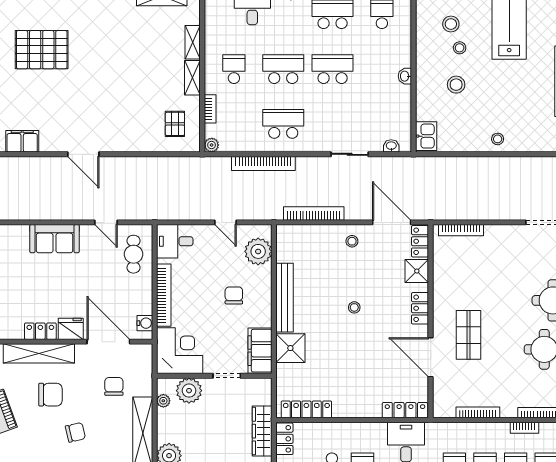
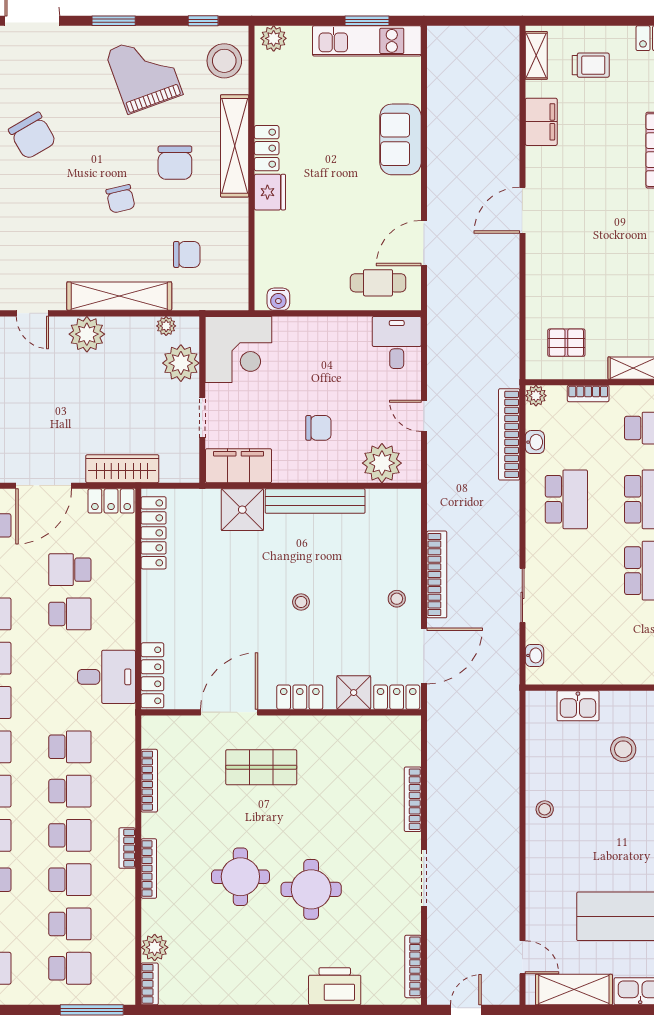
washbasin: (405, 76) -> (535, 442), moved, turned 90
kitchen sink: (426, 136) -> (578, 706), moved
bookcase: (263, 164) -> (509, 434), moved
bookcase: (314, 214) -> (437, 574), moved
door: (106, 222) -> (424, 243), width x1.38
door: (225, 222) -> (424, 416), hinge flipped
bookcase: (461, 230) -> (413, 799), moved
sofa: (55, 239) -> (400, 139), moved
bookcase: (164, 295) -> (319, 326), removed
door: (108, 342) -> (252, 247), removed

